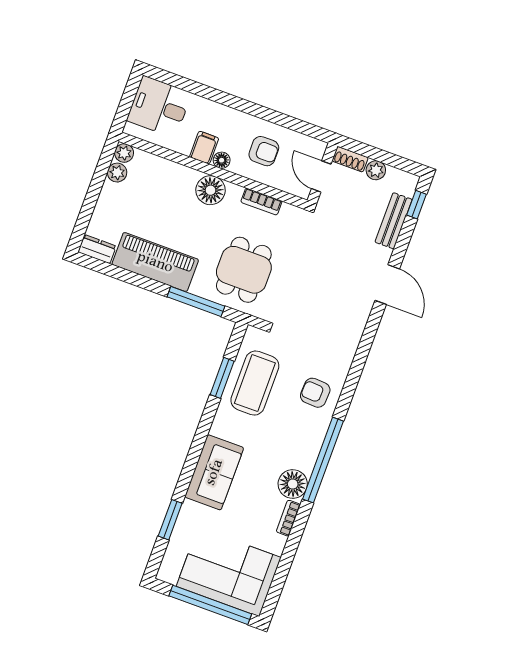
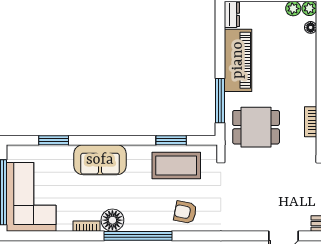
floor lamp: (210, 190) -> (311, 27), moved, width x0.53, depth x0.53
armchair: (315, 393) -> (185, 212), turned -82

